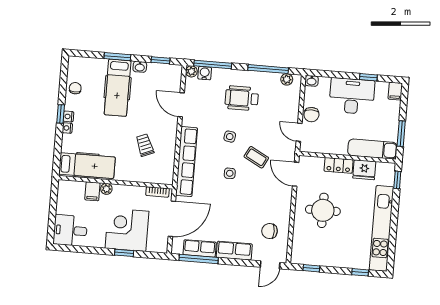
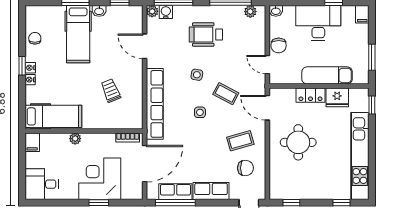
exam couch: (372, 149) -> (327, 75), moved
filing cabinet: (92, 191) -> (32, 142), moved
coffee table: (267, 204) -> (240, 141), added
chair: (270, 231) -> (245, 168), turned 180

